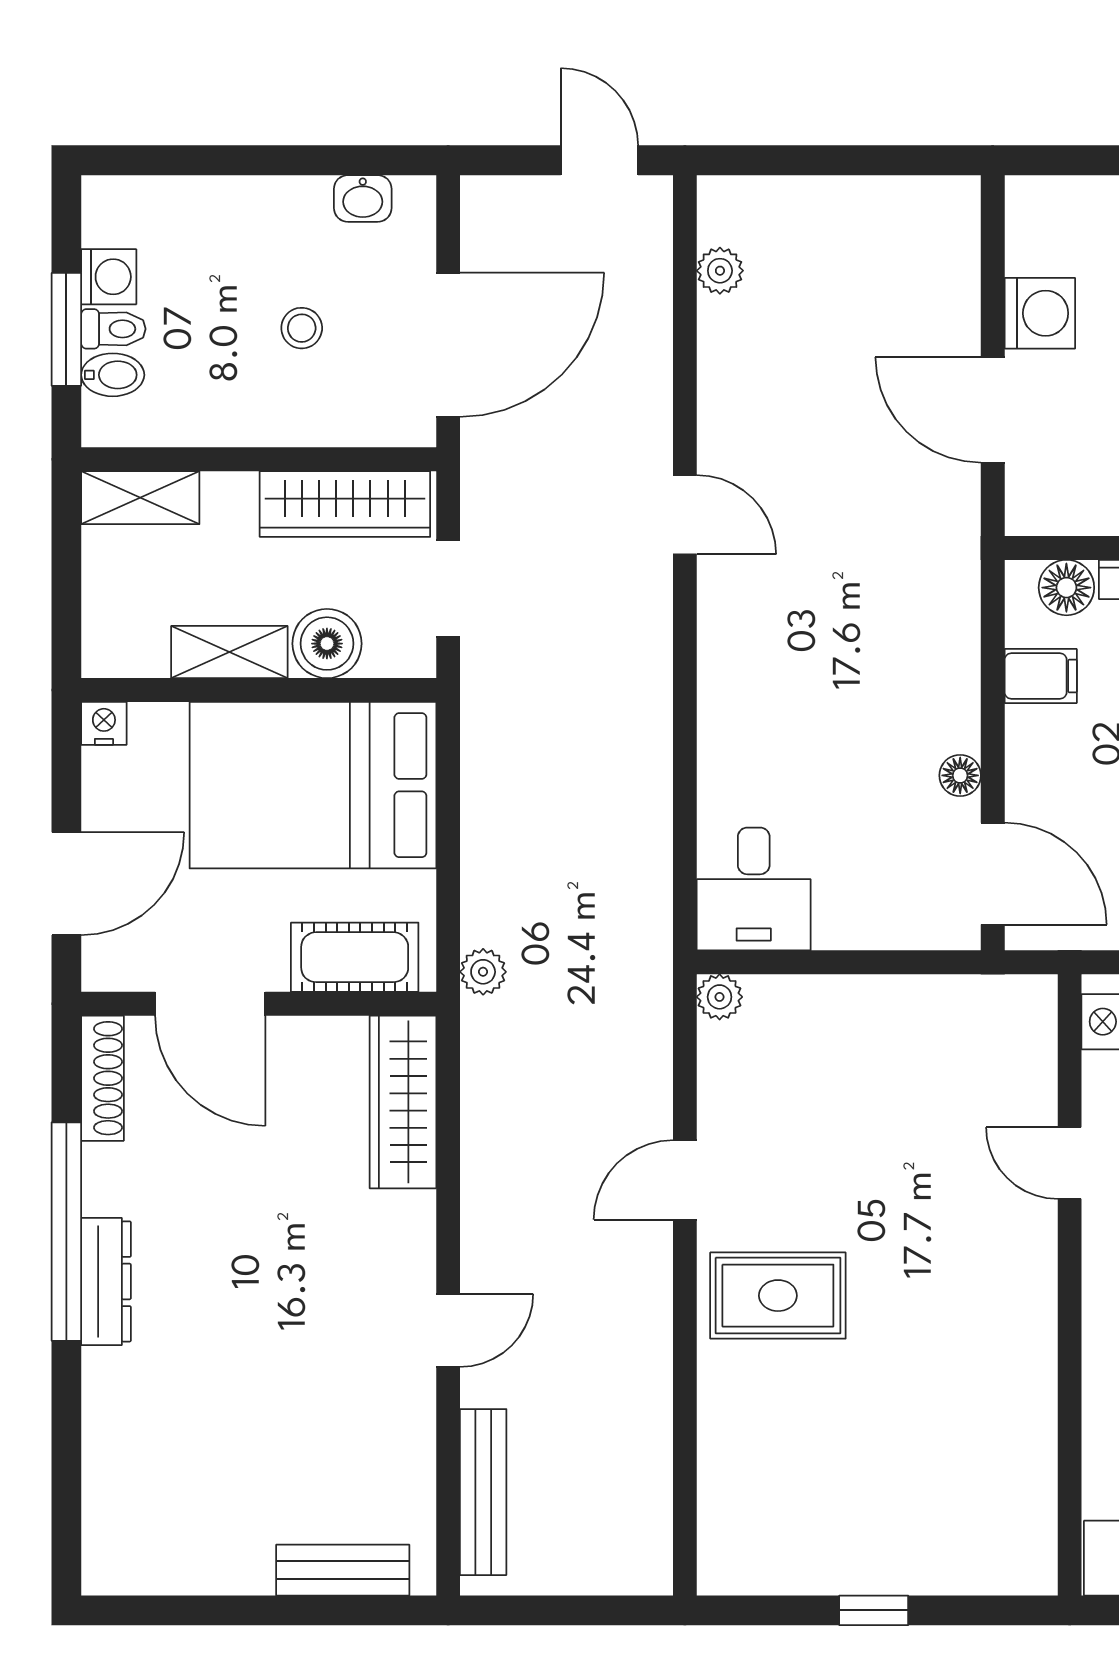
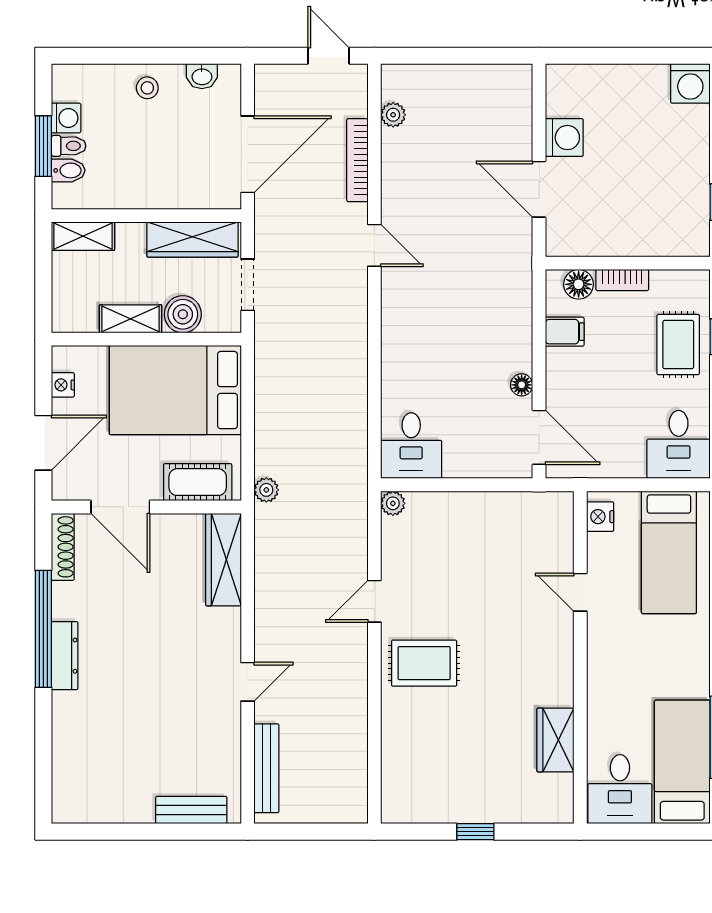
stool: (302, 328) -> (147, 88), moved
bookcase: (653, 355) -> (357, 160), added
nightstand: (104, 723) -> (63, 385), moved, turned -90
wardrobe: (1023, 1439) -> (555, 740), added

